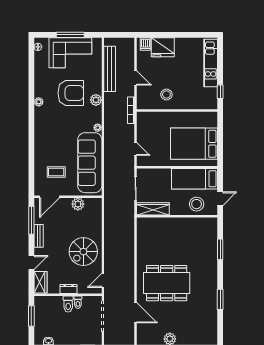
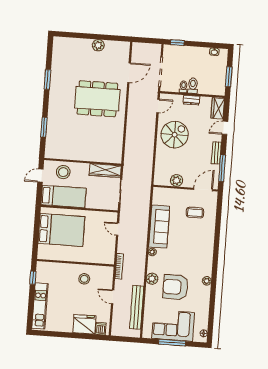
sofa: (90, 163) -> (159, 227), width x0.74, depth x0.79
door: (136, 313) -> (129, 73), swing flipped

